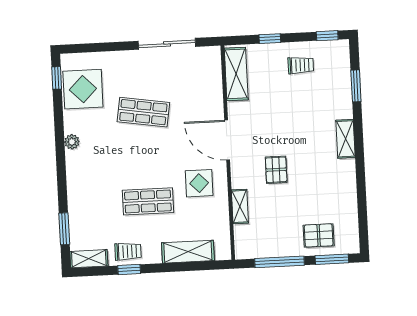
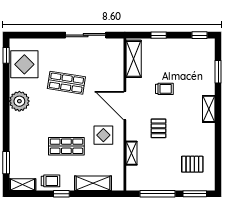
trolley: (301, 65) -> (164, 89), moved
plant: (72, 142) -> (19, 101), width x1.88, depth x1.88
pallet: (319, 235) -> (192, 164), moved
window: (129, 269) -> (61, 194), moved

